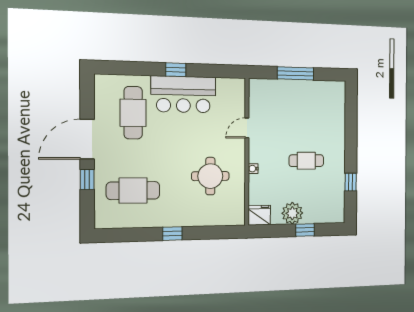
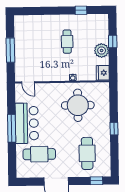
window: (176, 70) -> (12, 128), width x2.17
door: (247, 128) -> (28, 82), moved
round table: (210, 176) -> (78, 105), width x1.36, depth x1.36
window: (87, 179) -> (96, 181), moved

